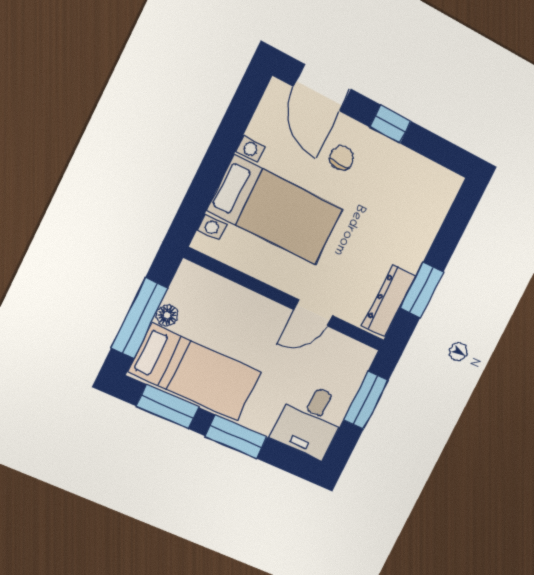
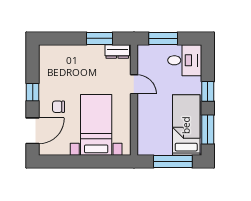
dresser: (389, 301) -> (117, 51), width x0.70
floor lamp: (167, 315) -> (166, 150), removed
window: (236, 437) -> (208, 91), width x0.67

